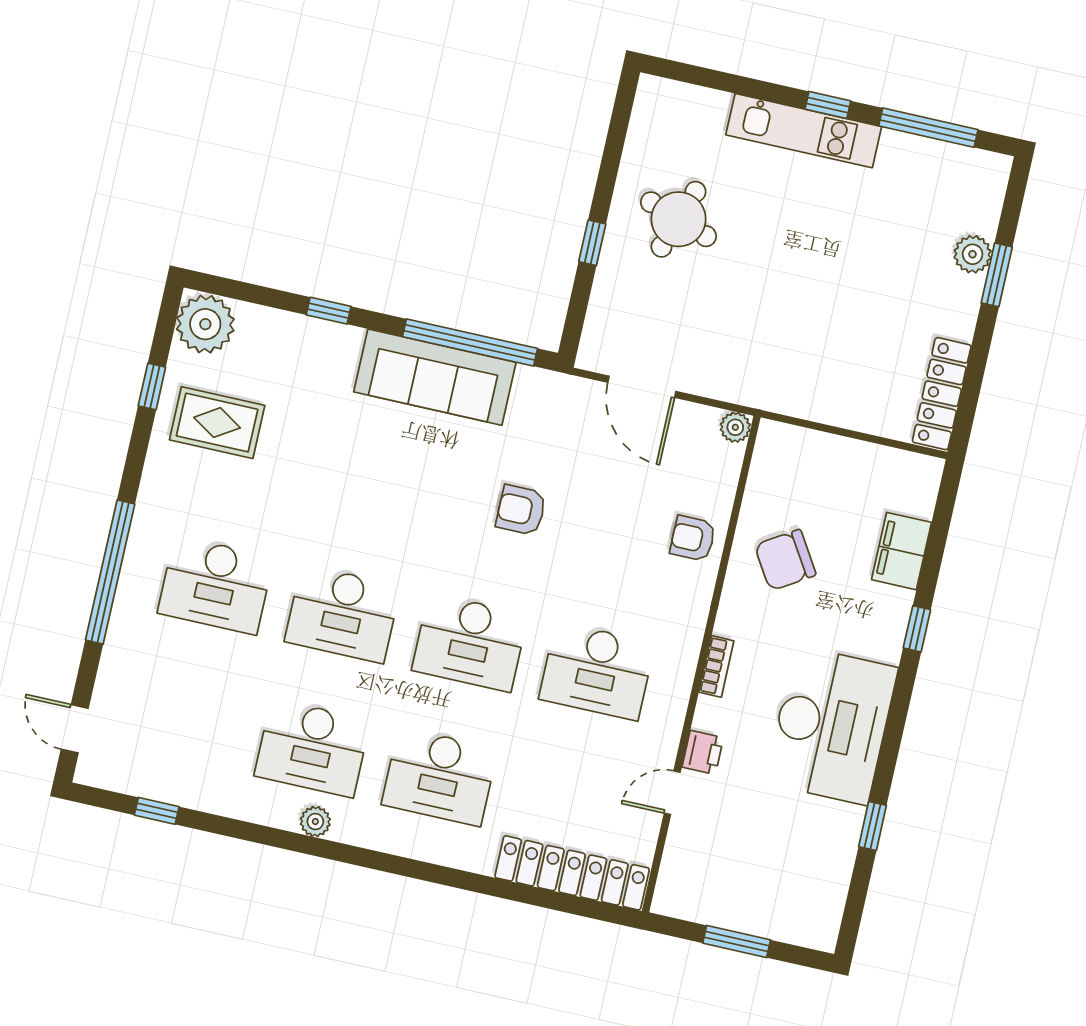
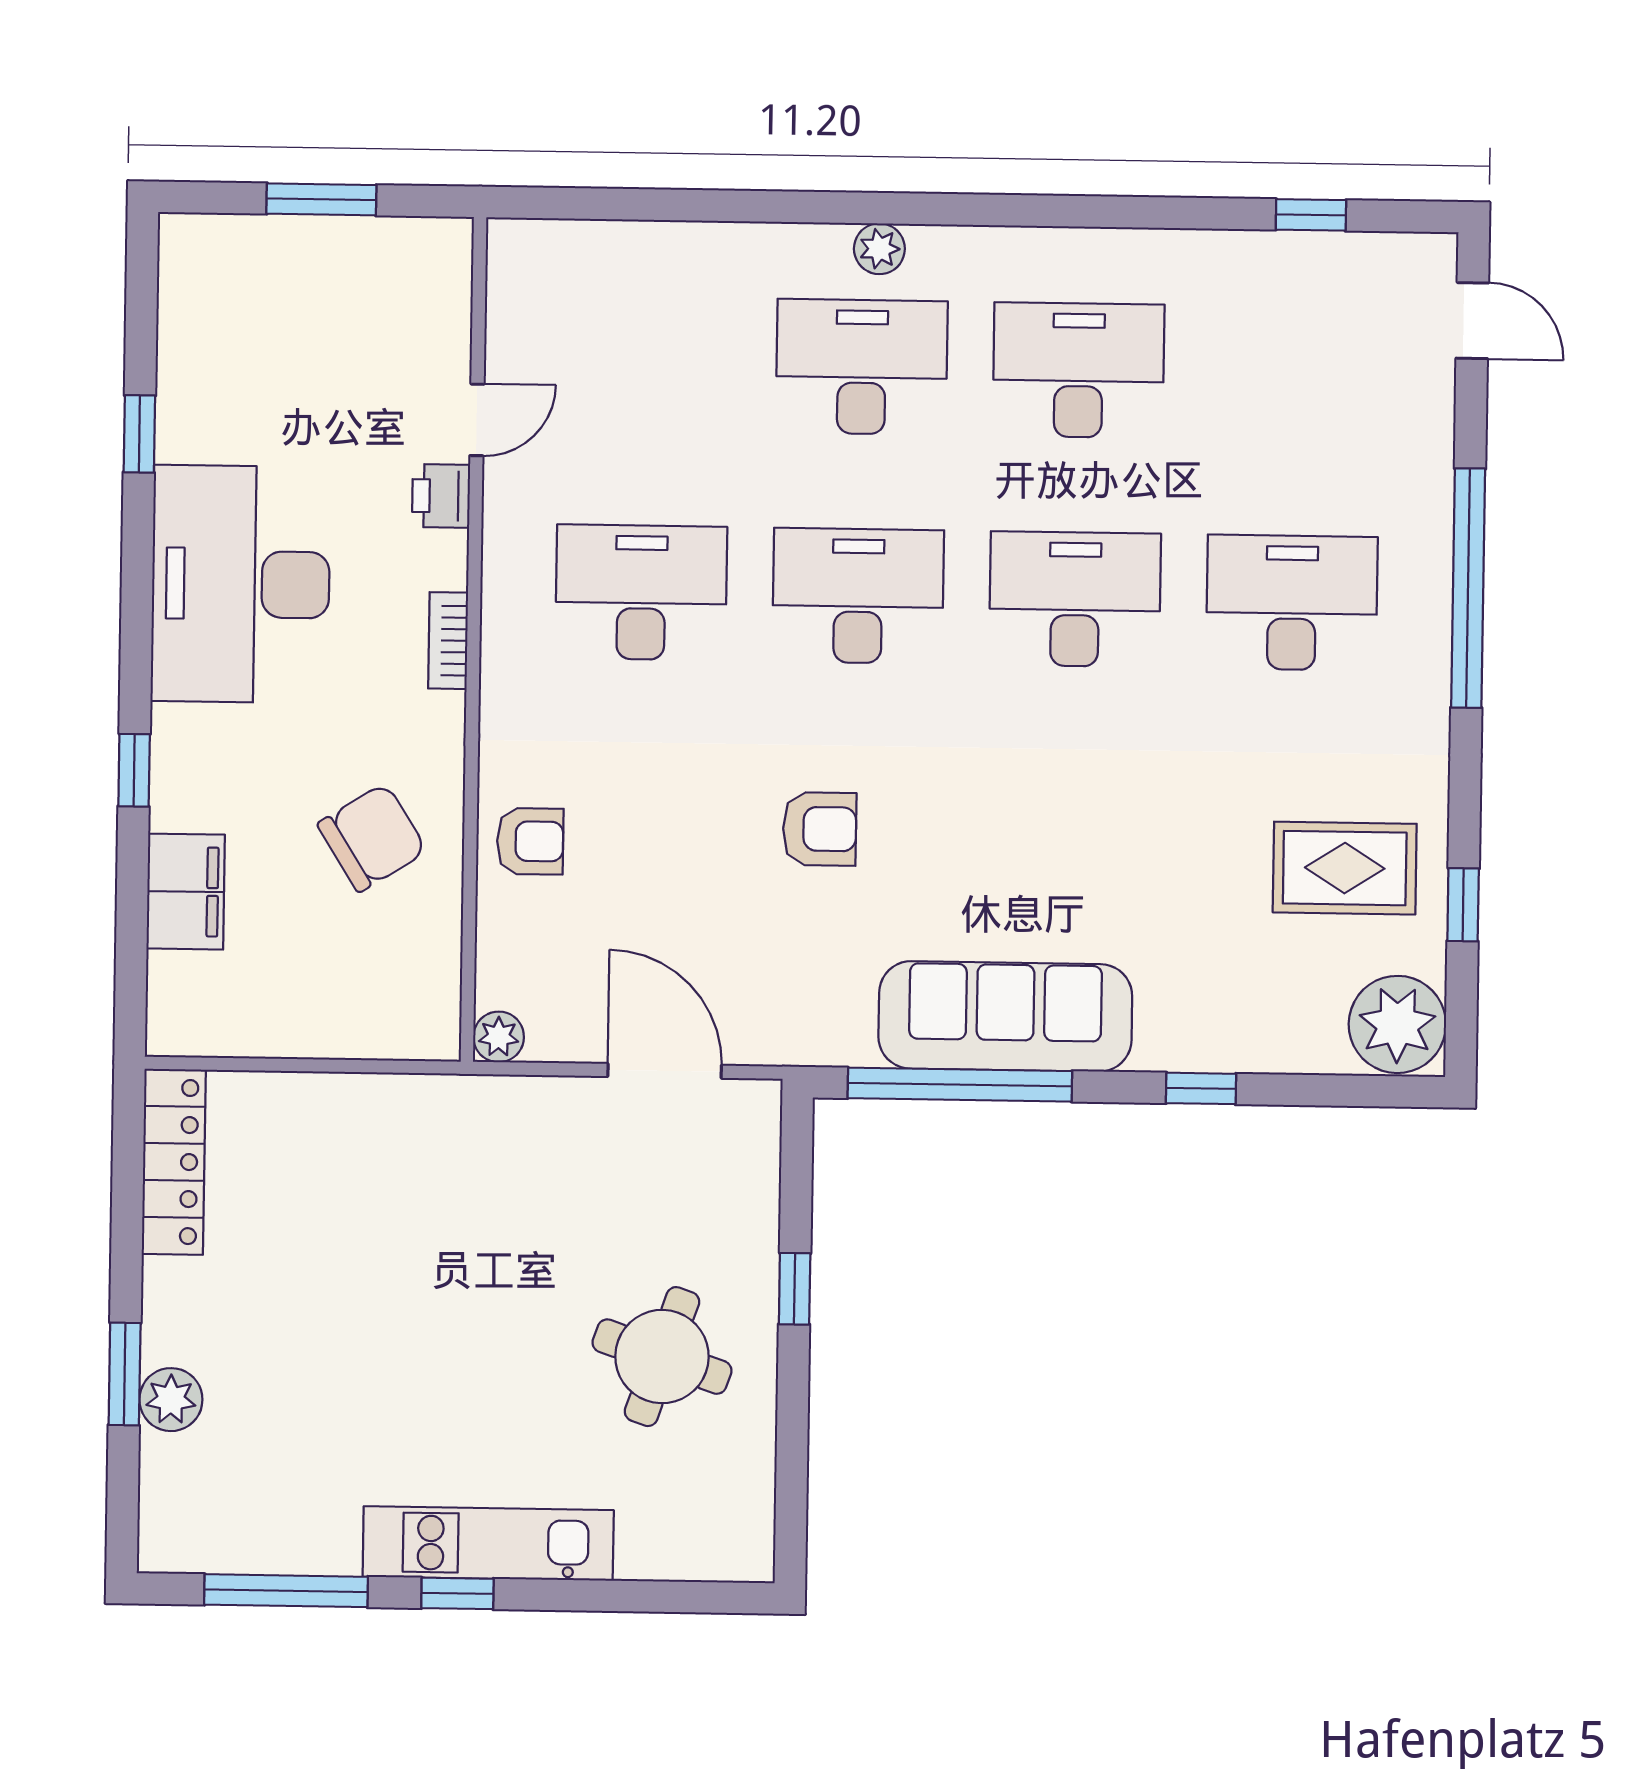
plant: (315, 822) -> (879, 249), moved
locker: (572, 873) -> (613, 255), removed

